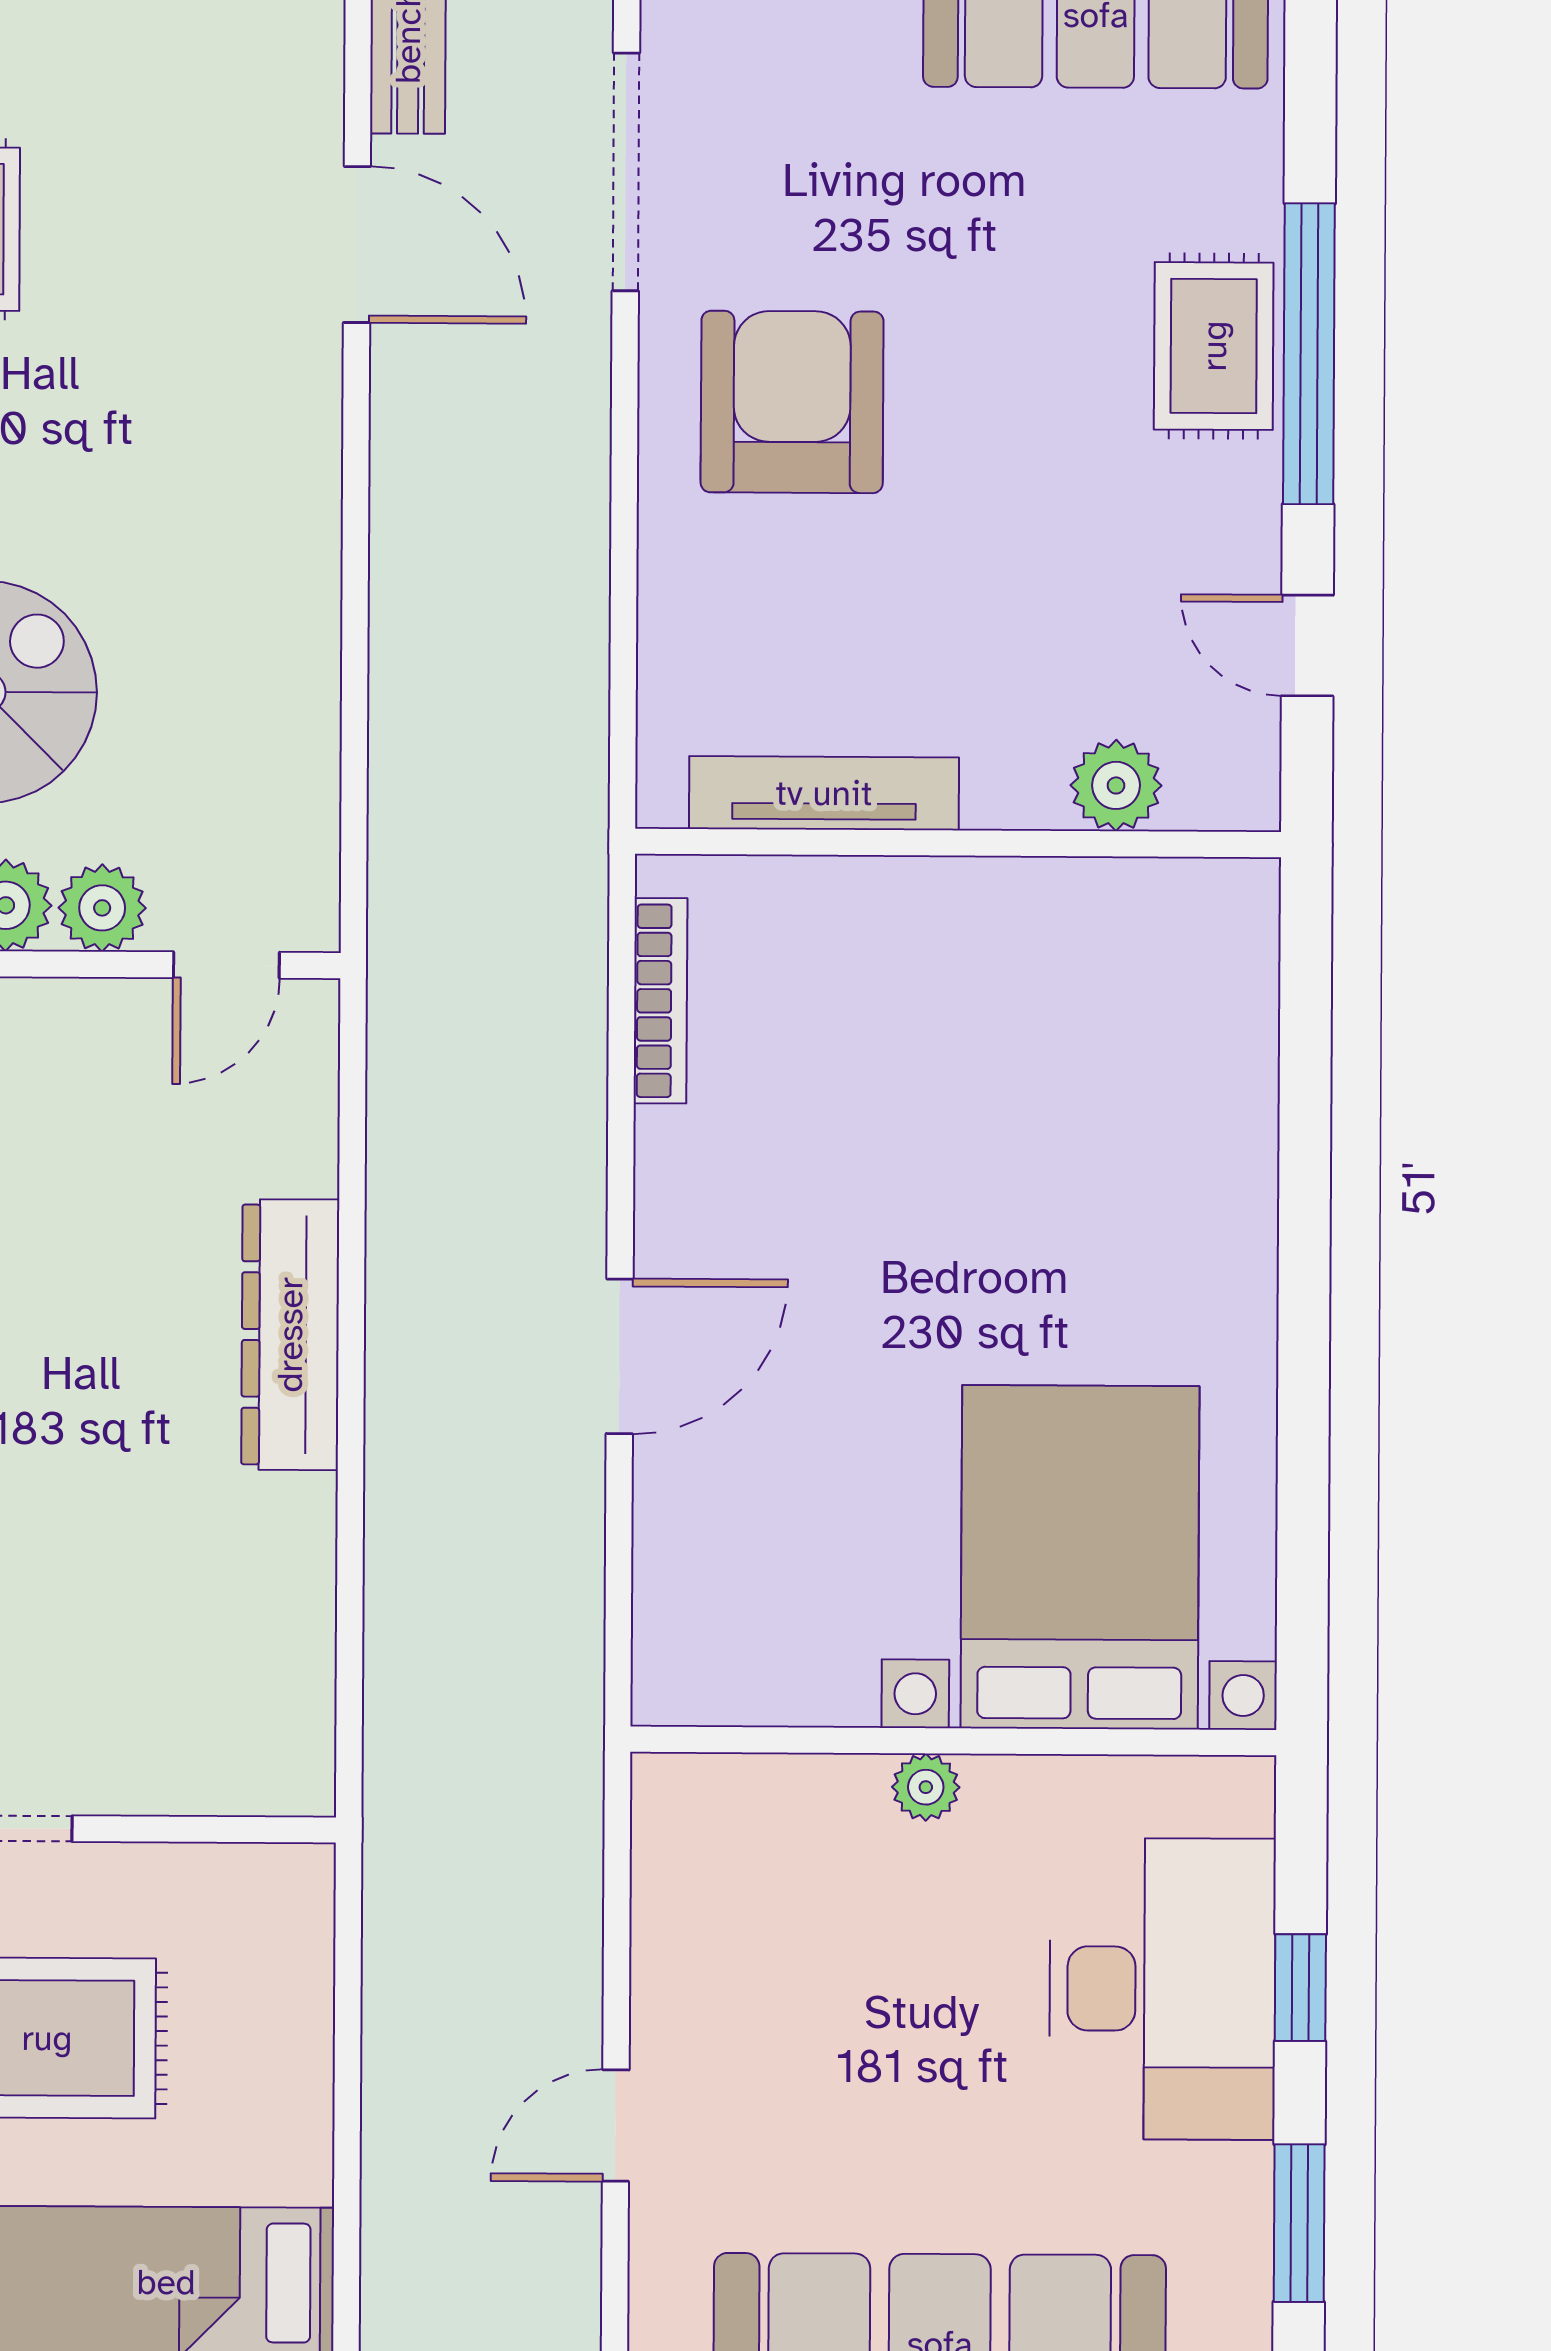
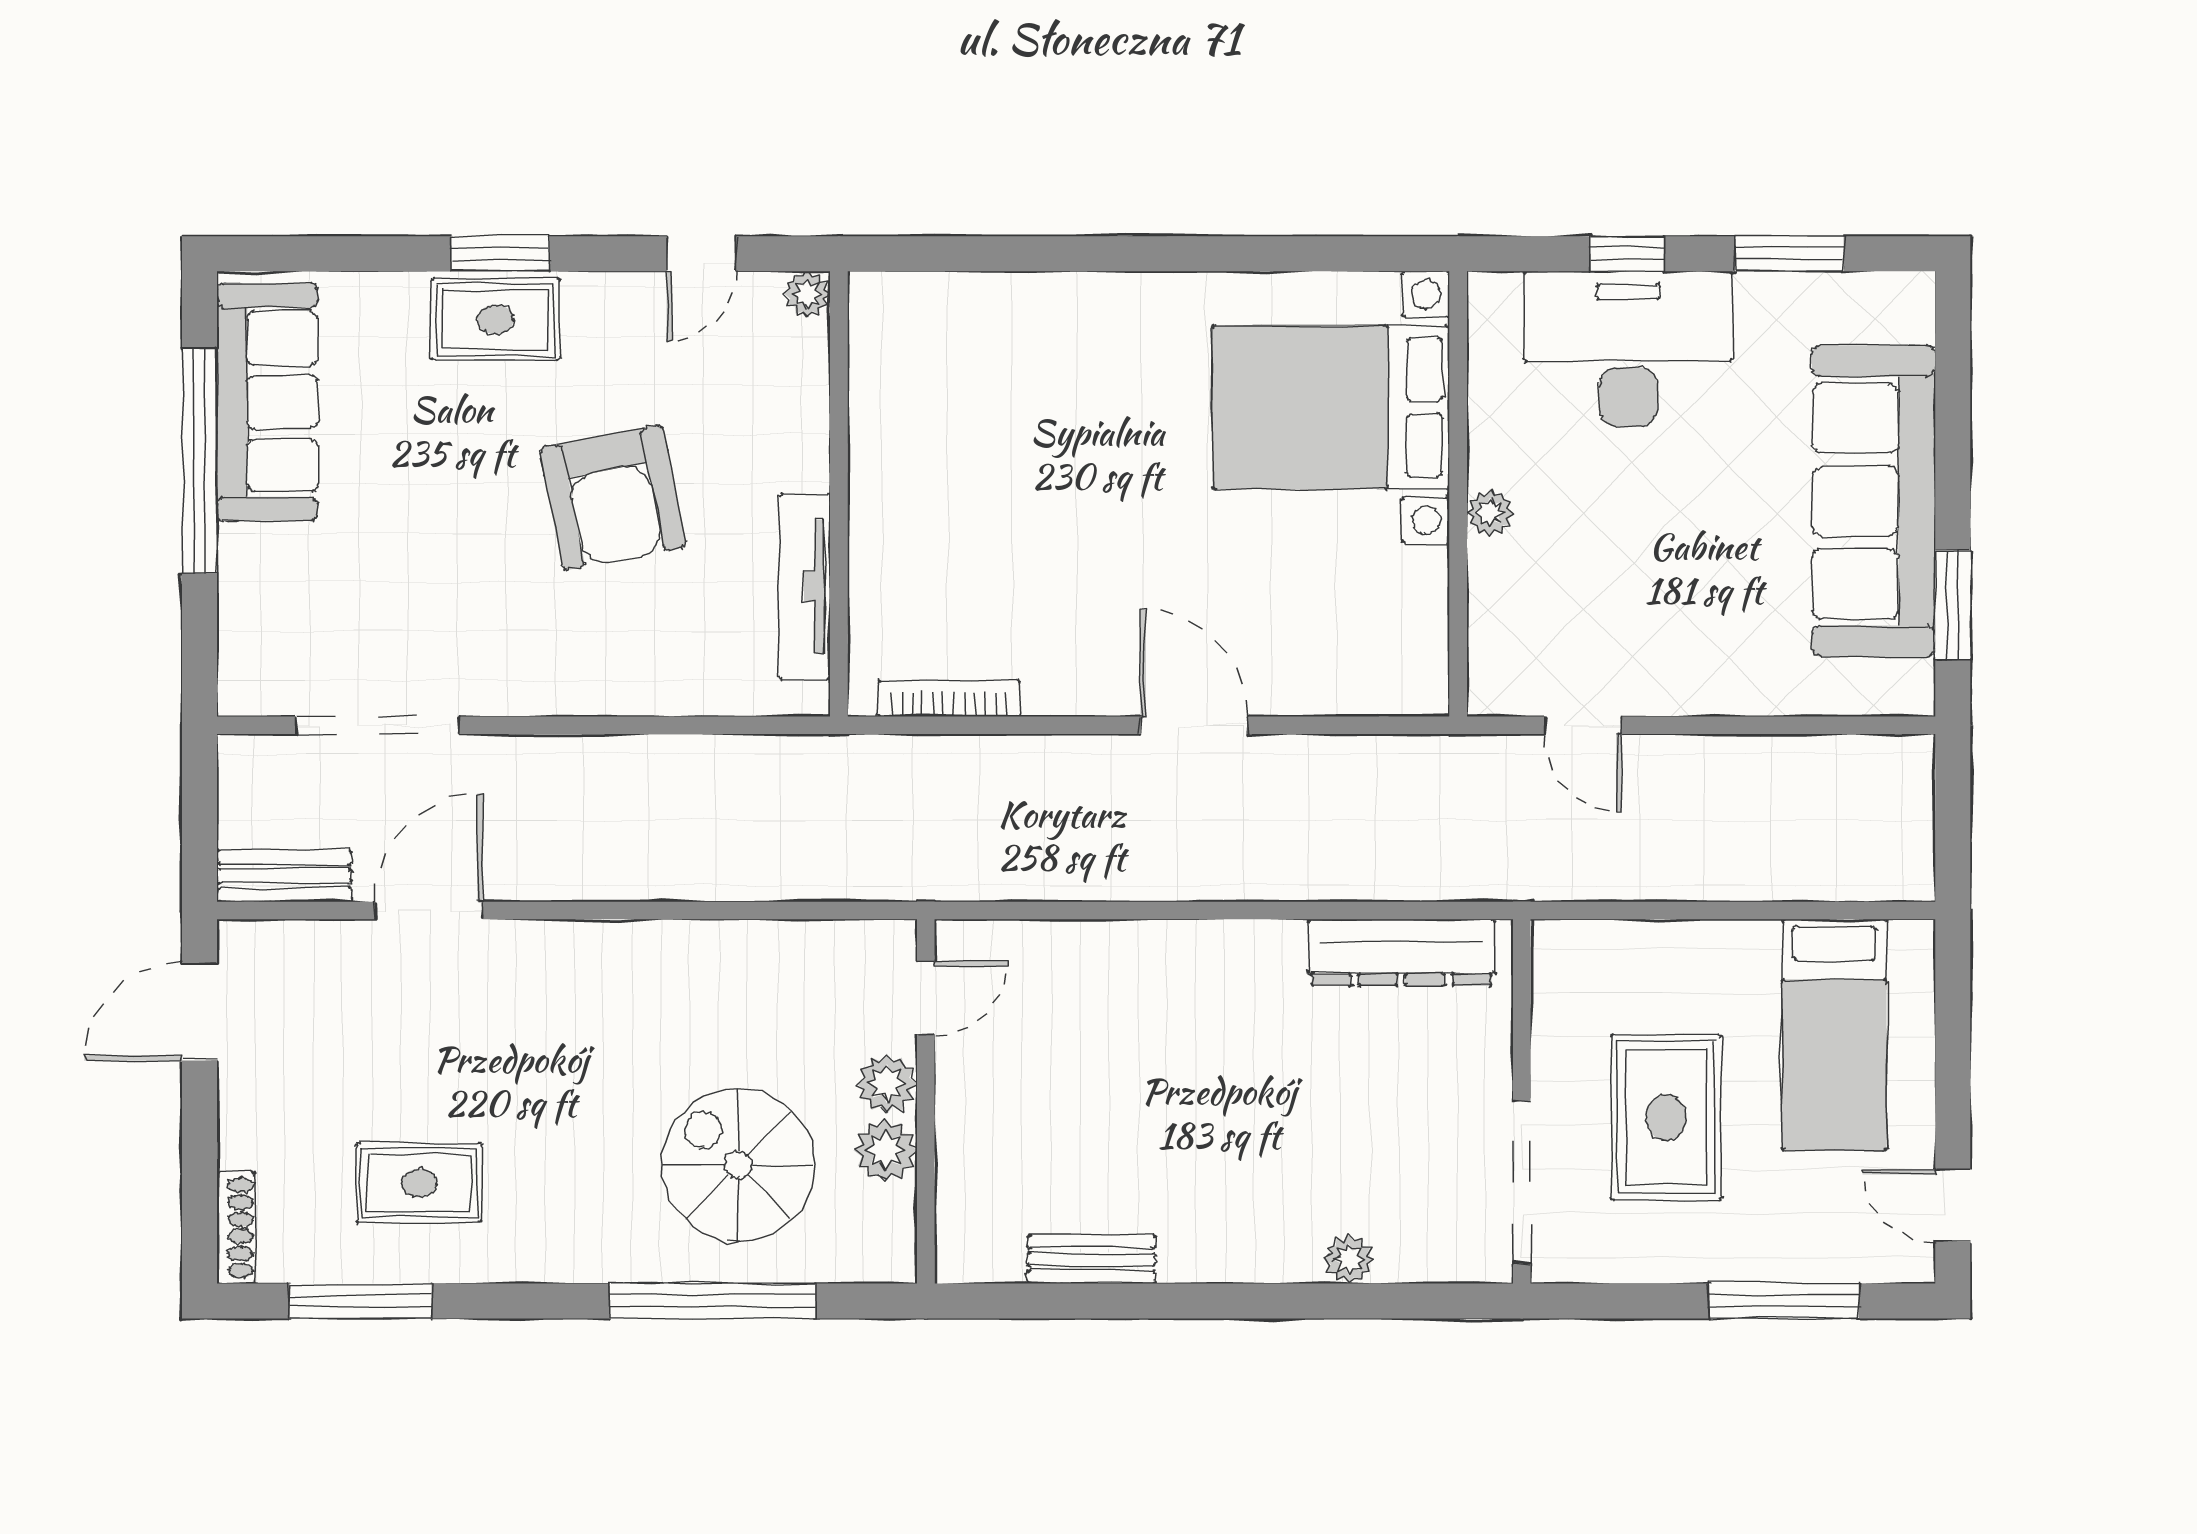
window: (1309, 354) -> (500, 254), width x0.47
armchair: (792, 402) -> (613, 497), moved, turned -101
plant: (1116, 785) -> (807, 294), moved, width x0.73, depth x0.73
door: (226, 965) -> (926, 998), hinge flipped
dresser: (290, 1335) -> (1402, 952), moved
door: (616, 2126) -> (1583, 725), moved

